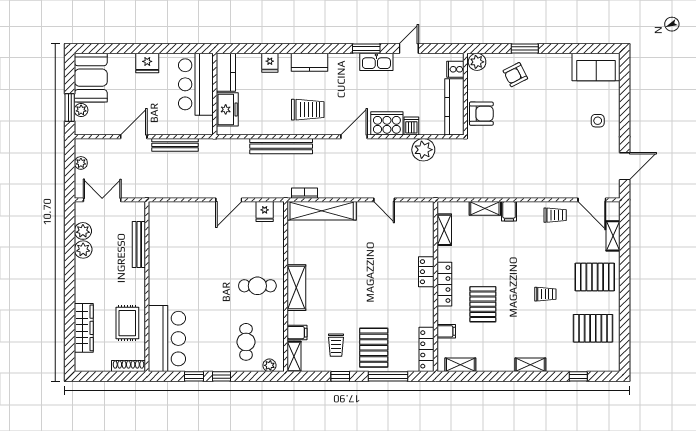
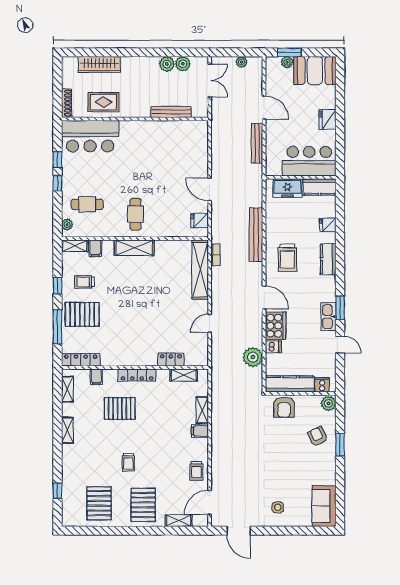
locker: (426, 272) -> (171, 360), moved
shelving: (530, 365) -> (67, 430), moved

